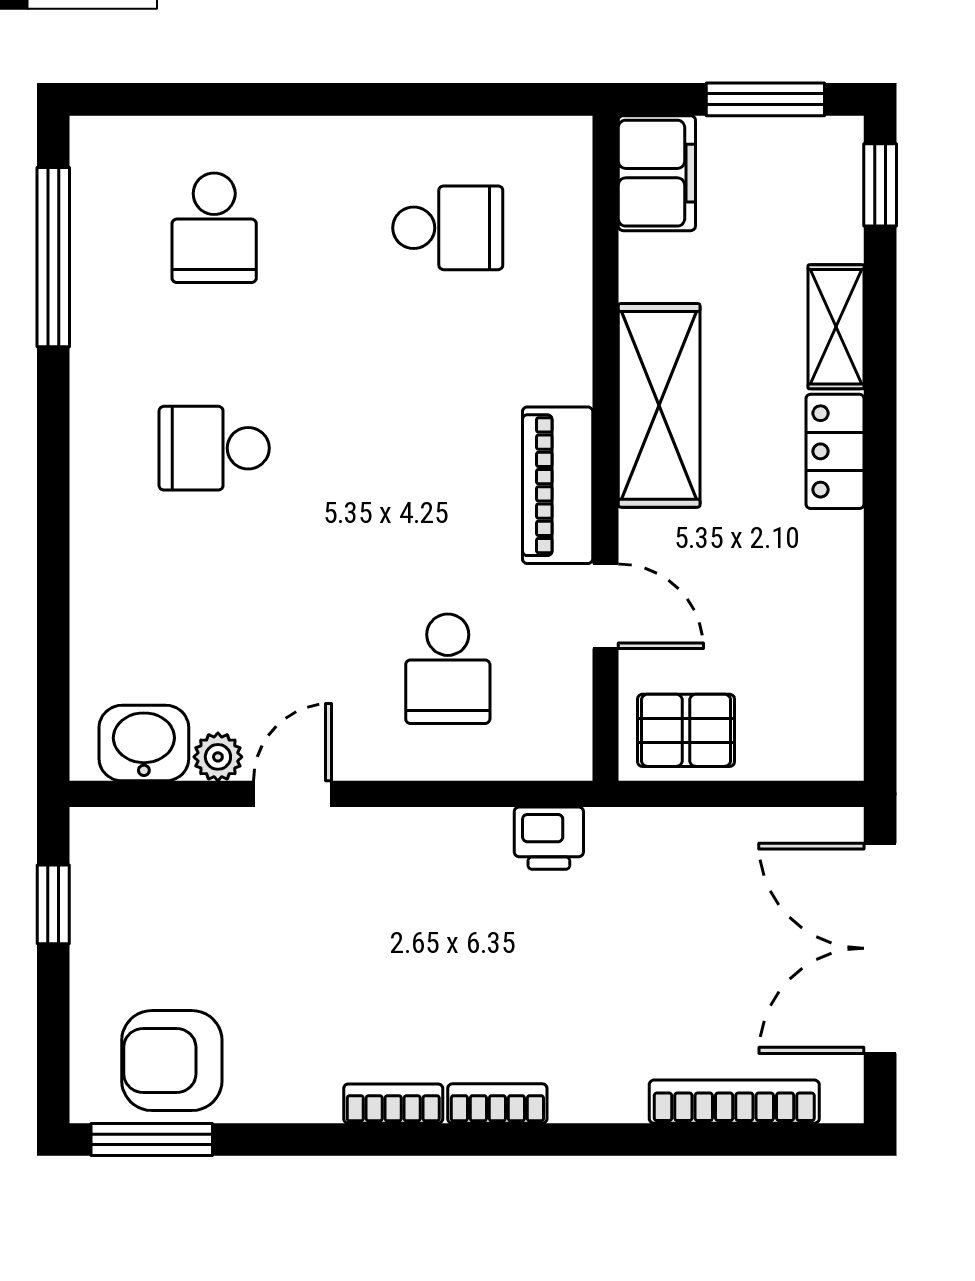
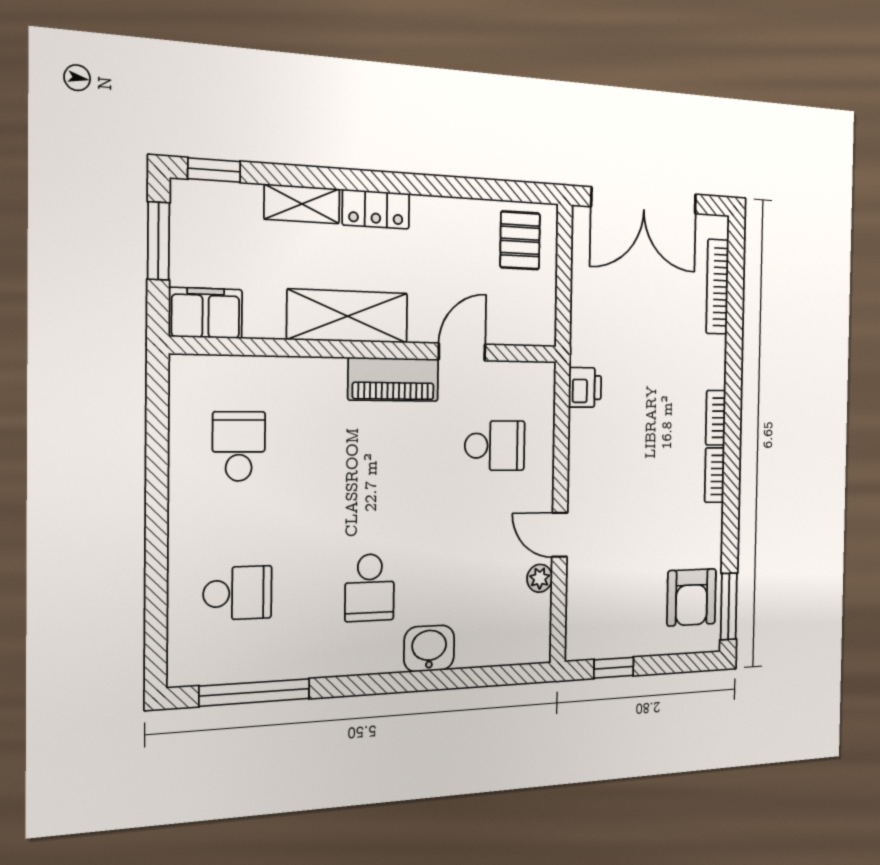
pallet: (686, 730) -> (520, 240), moved
washbasin: (144, 743) -> (429, 648), moved, turned 90

